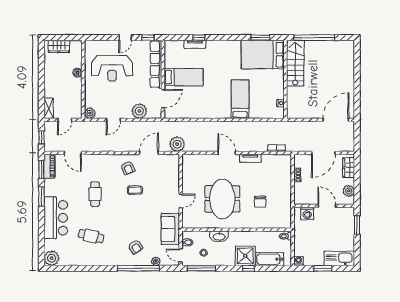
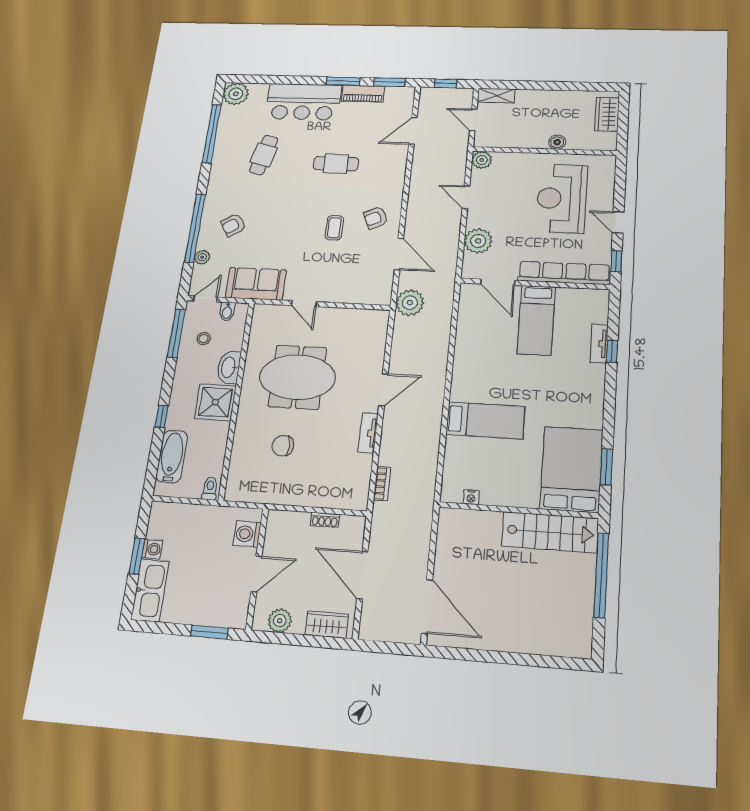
piano: (49, 166) -> (363, 94), moved
shower: (245, 256) -> (215, 402), moved
washing machine: (298, 261) -> (152, 549), moved
window: (78, 268) -> (212, 134), added

